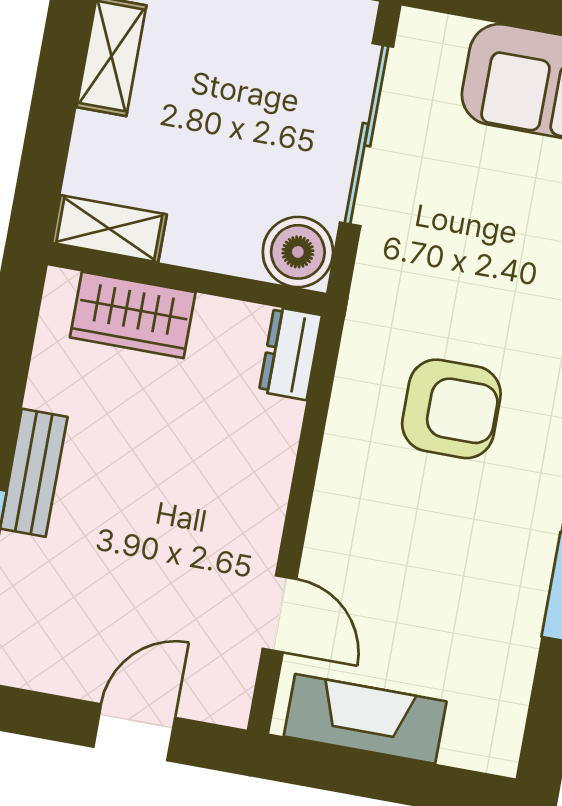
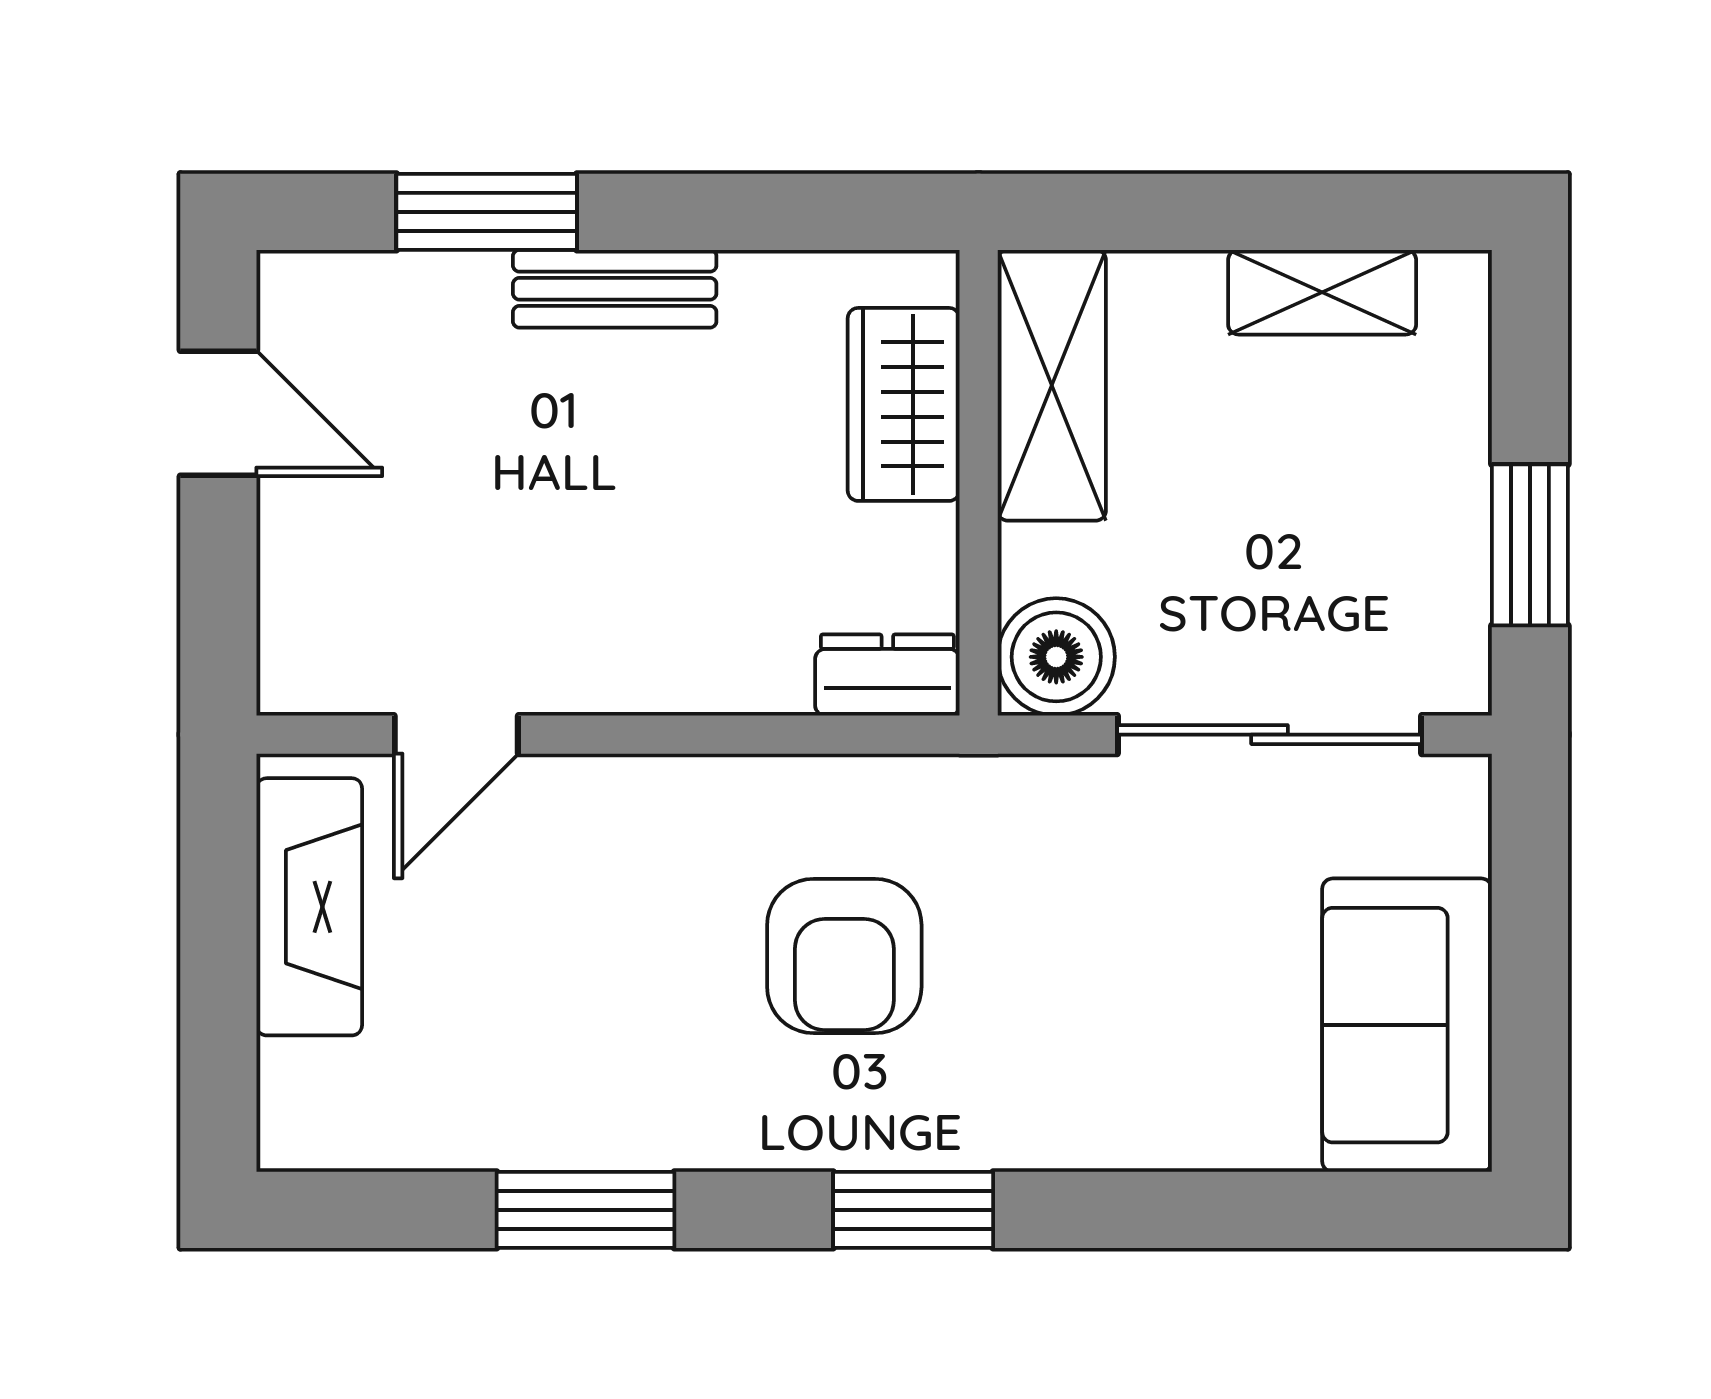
shelving: (109, 229) -> (1052, 385), width x1.50, depth x1.33
door: (134, 732) -> (218, 413), moved

